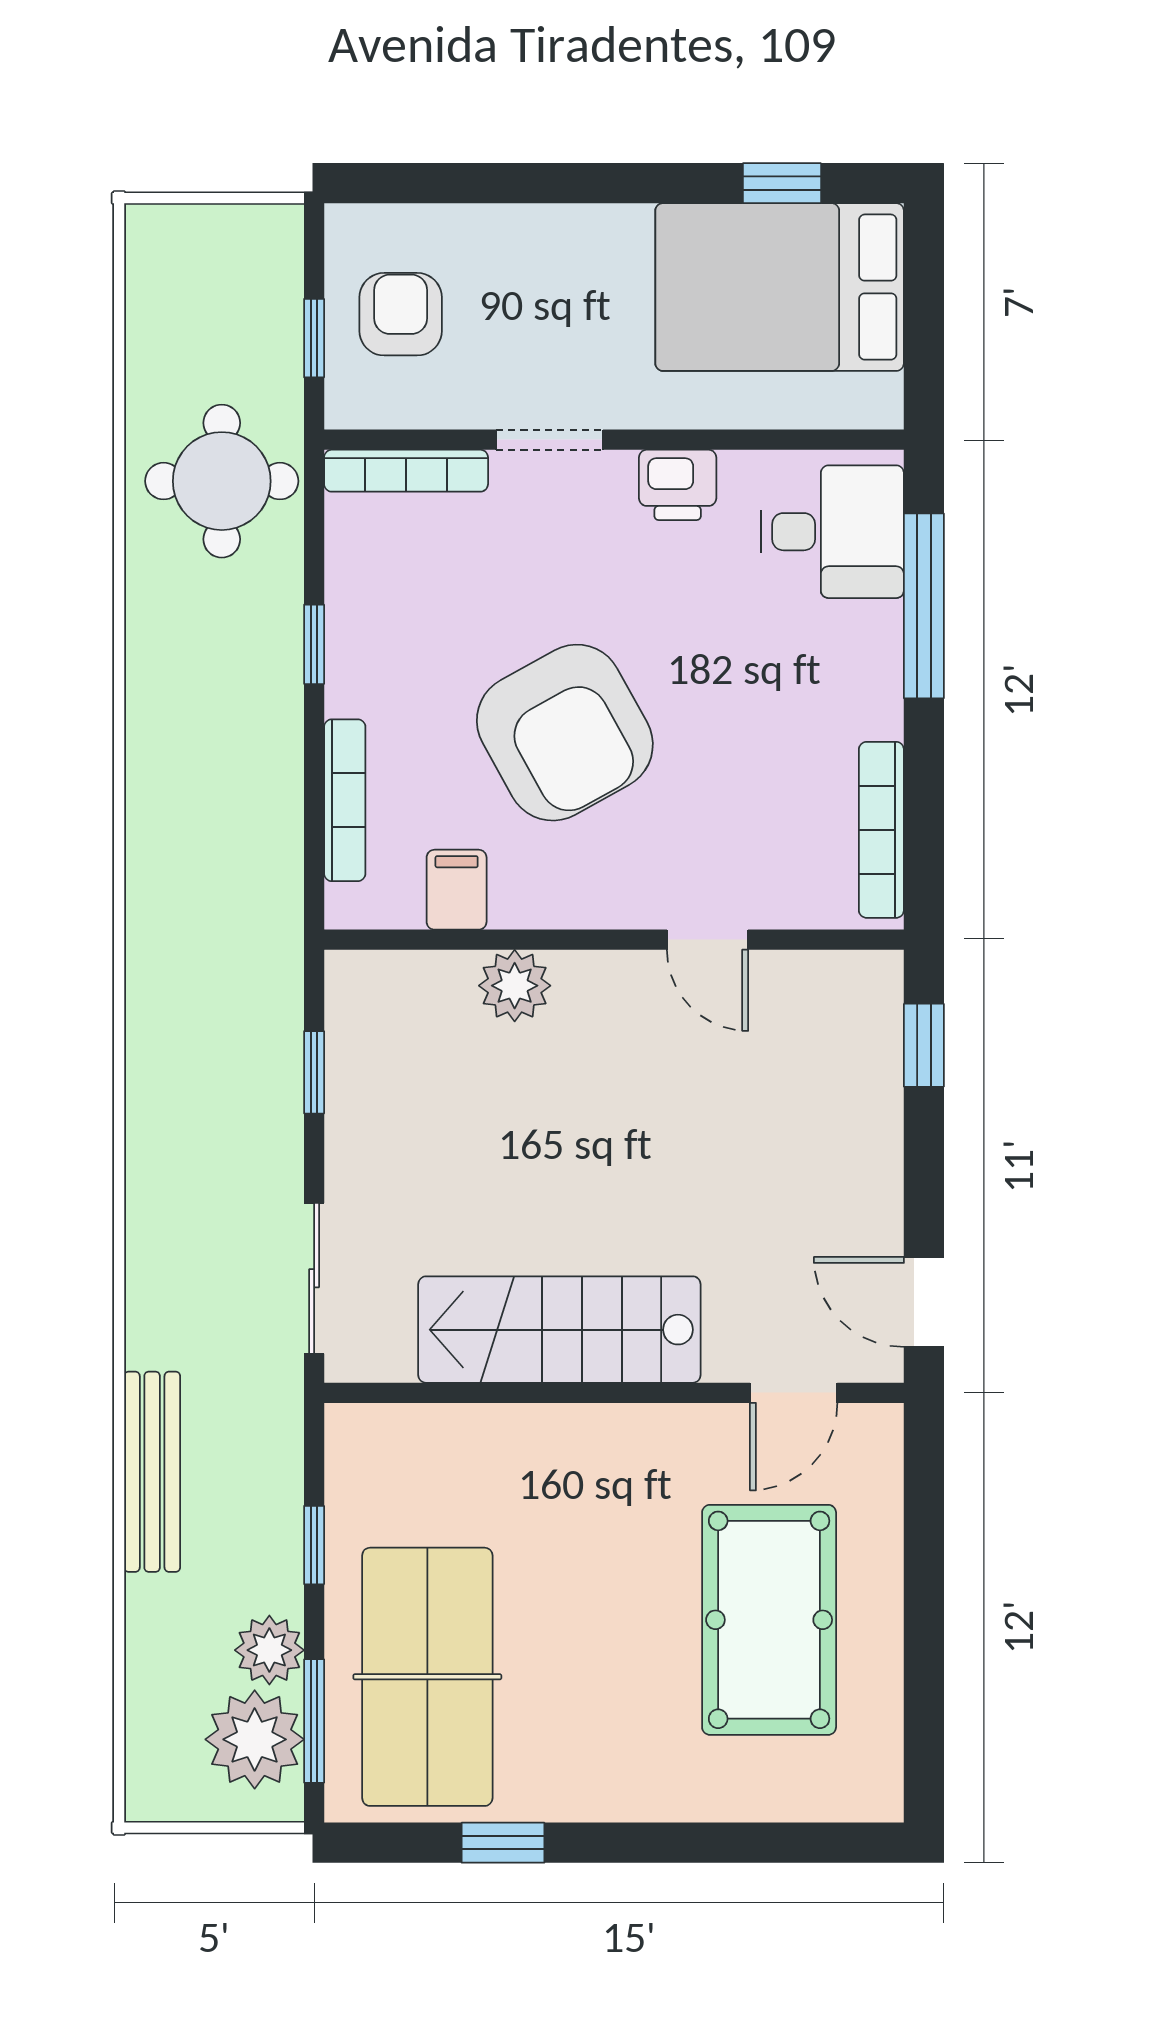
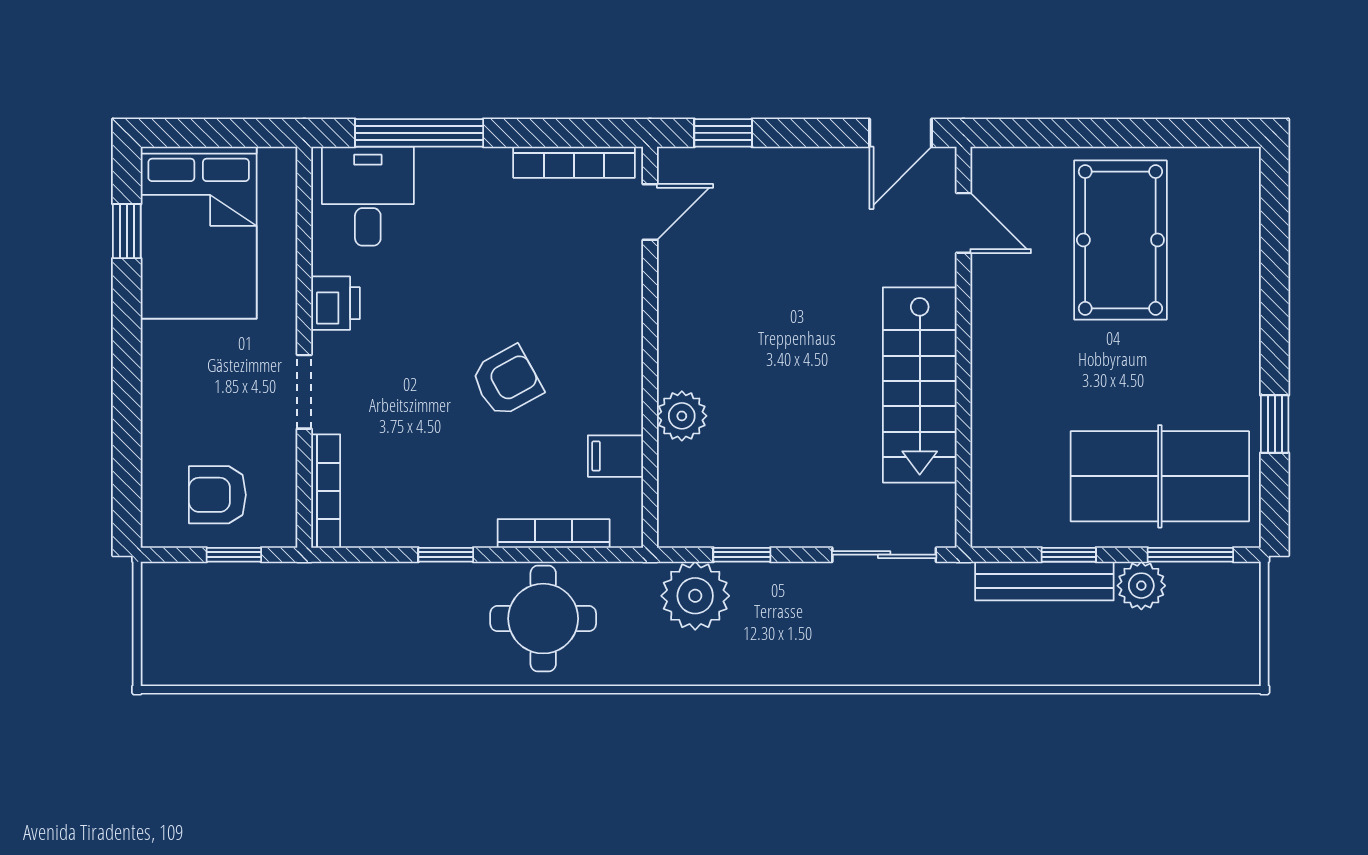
round table: (222, 481) -> (543, 619), moved
armchair: (565, 733) -> (507, 381), width x0.53, depth x0.53
door: (708, 940) -> (650, 212), moved
bench: (152, 1472) -> (1044, 581), moved
pool table: (769, 1620) -> (1120, 240), turned 90
plant: (255, 1739) -> (695, 596), moved

